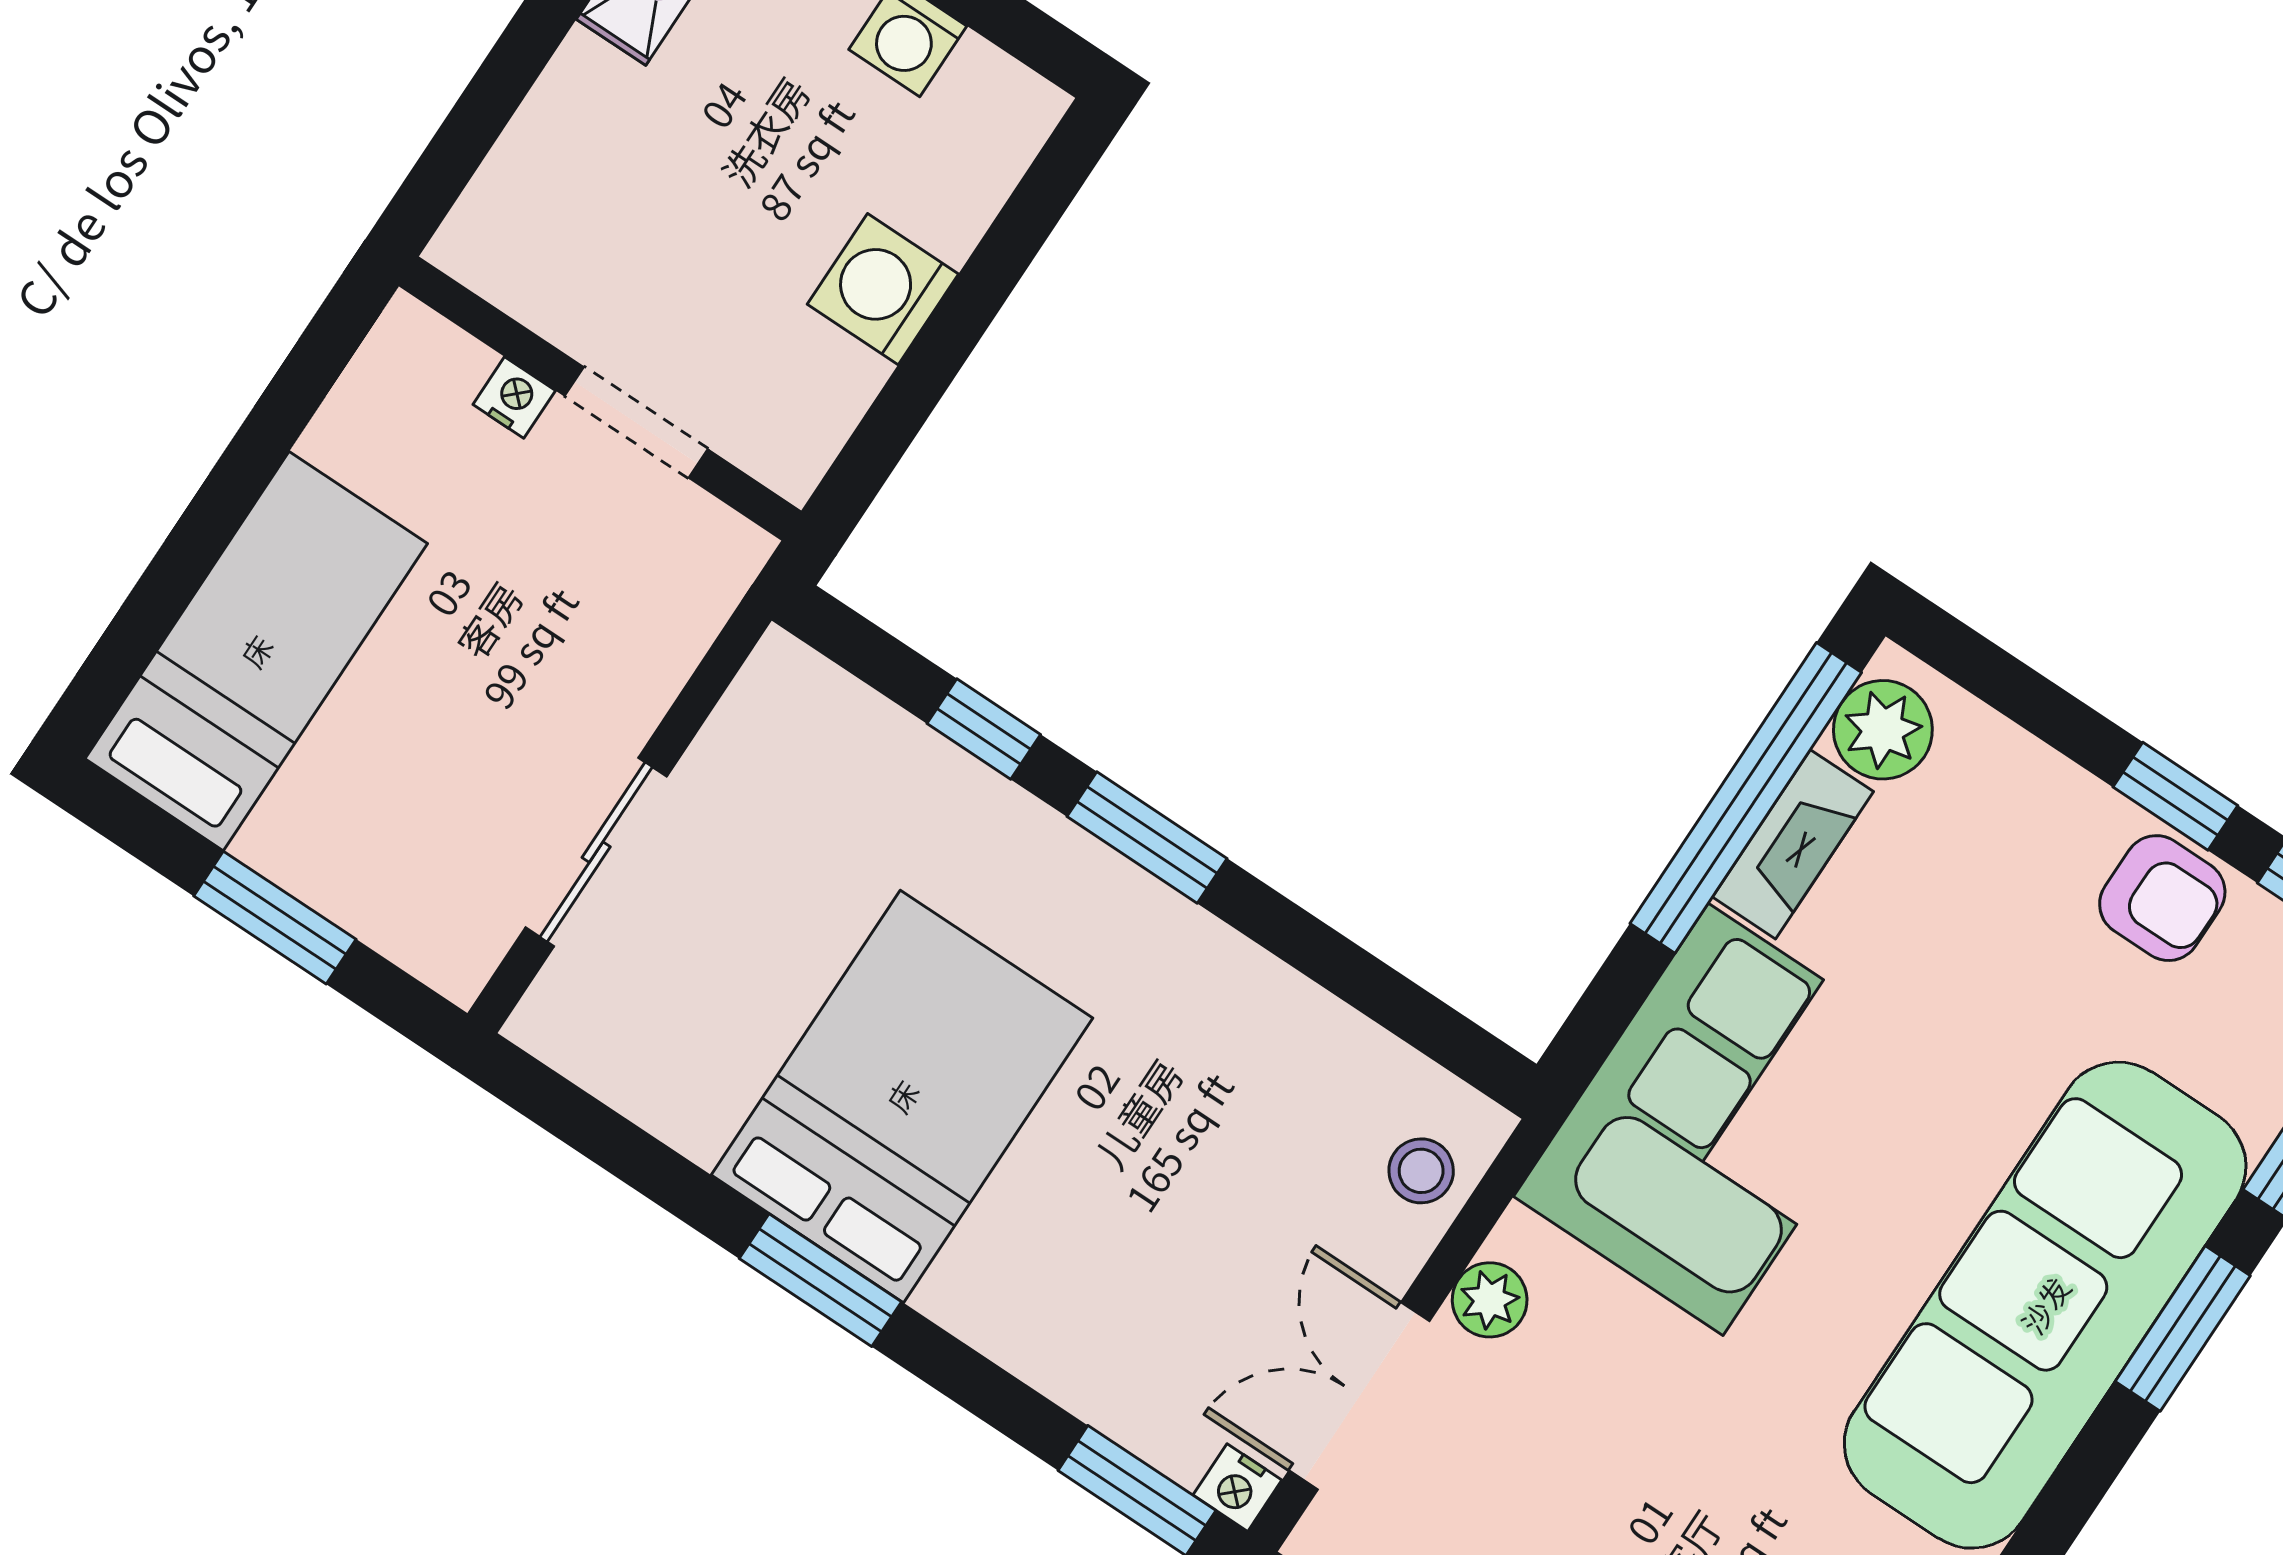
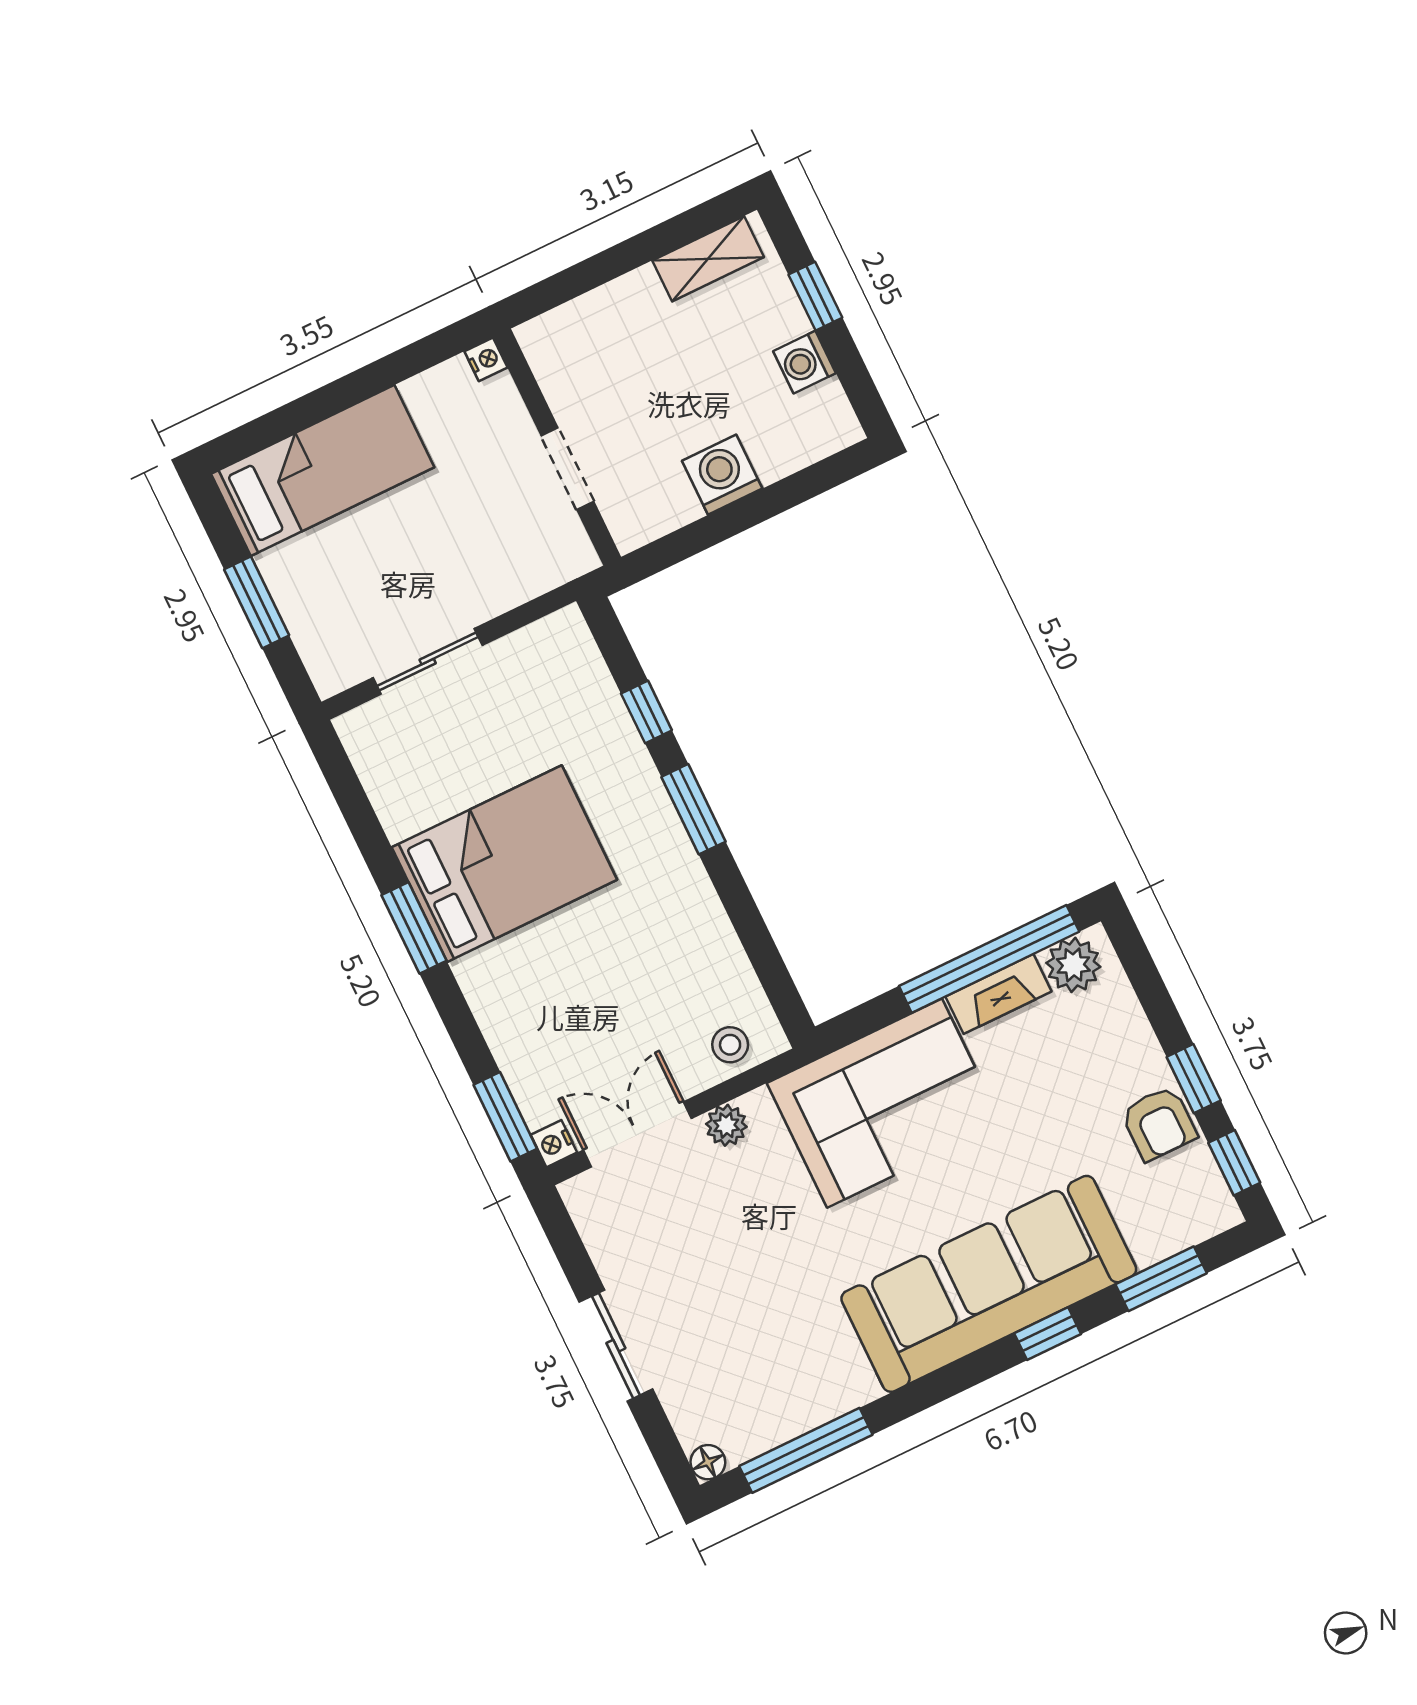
nightstand: (514, 398) -> (486, 359), moved
window: (2183, 1329) -> (1048, 1334), width x0.67

